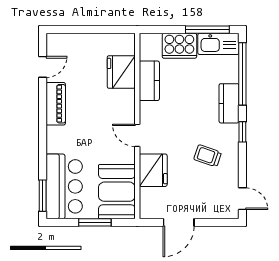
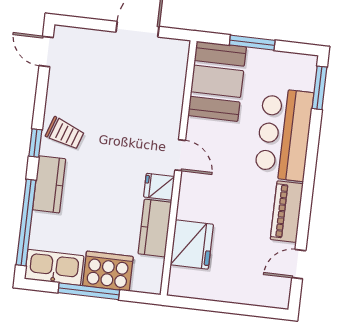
window: (207, 30) -> (89, 291), moved
trolley: (208, 156) -> (65, 133), moved
fridge: (153, 170) -> (159, 187), moved, width x0.53, depth x0.75
bar counter: (64, 186) -> (284, 134), moved

